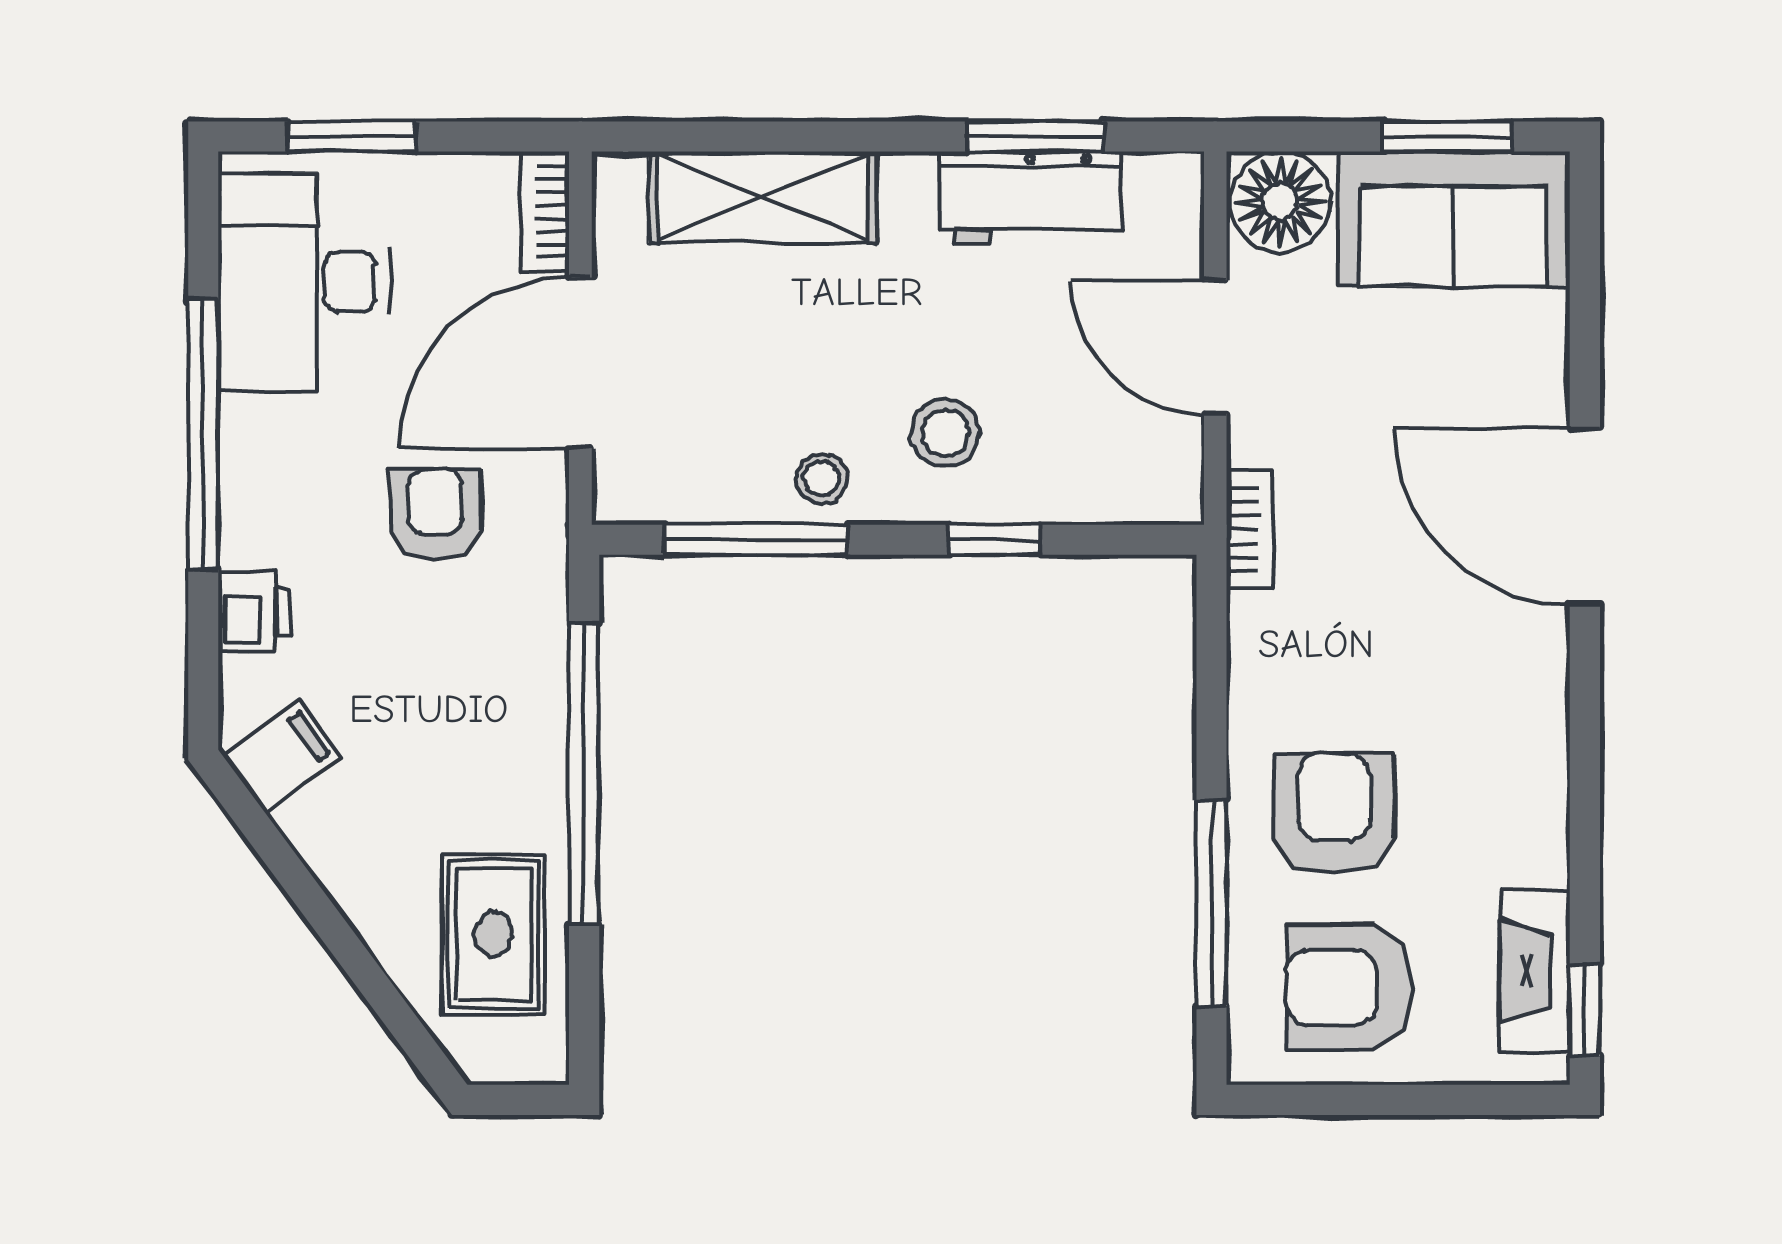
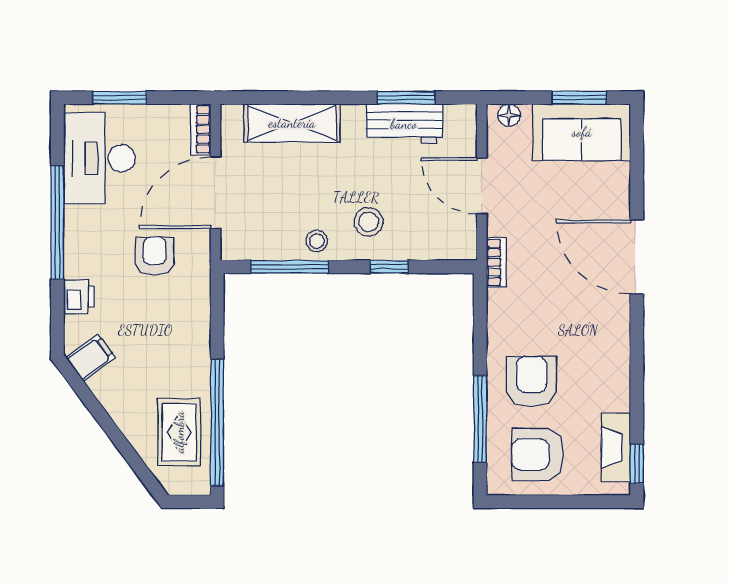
floor lamp: (1280, 202) -> (509, 115), width x0.53, depth x0.53
window: (584, 774) -> (217, 423), moved

